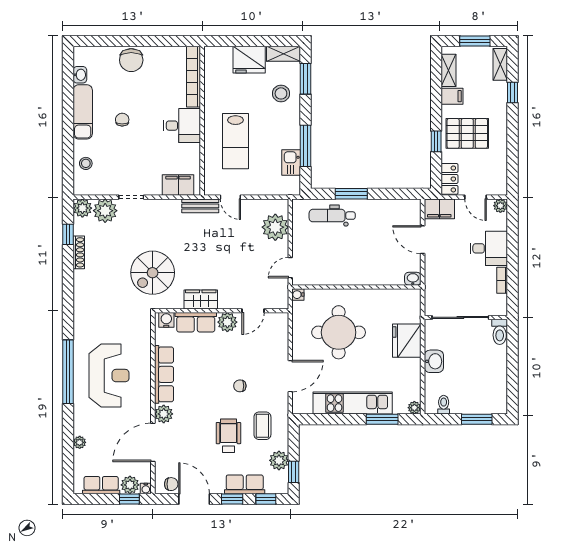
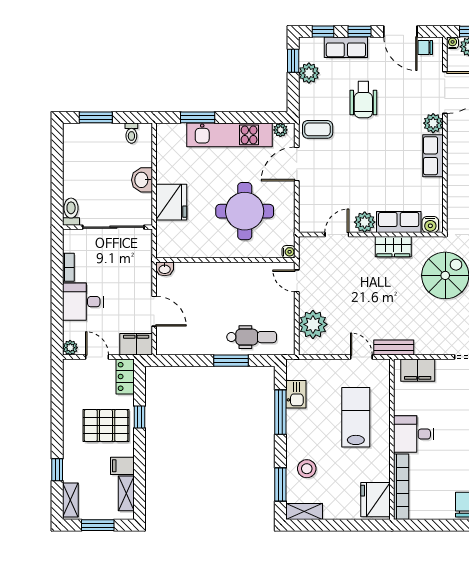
fridge: (249, 60) -> (375, 500), moved, turned -90
door: (290, 268) -> (297, 281), swing flipped
row of seats: (164, 374) -> (433, 156), width x0.68
chair: (240, 386) -> (351, 153), removed
plant: (414, 408) -> (280, 130), moved
coffee table: (262, 426) -> (318, 129), moved, turned 90

